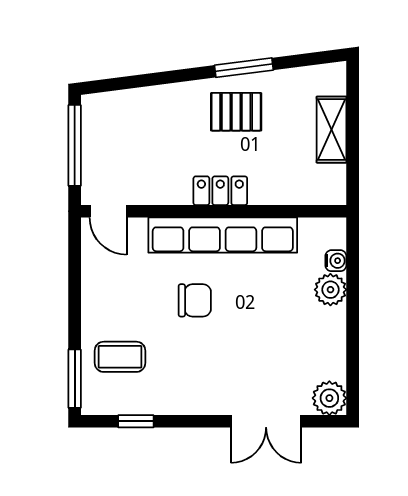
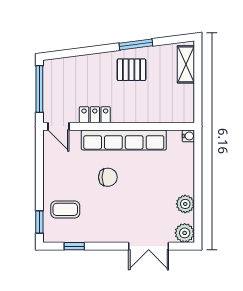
shelving: (332, 130) -> (186, 64), moved
locker: (220, 191) -> (95, 115), moved
water cooler: (336, 261) -> (188, 136), moved
plant: (330, 290) -> (185, 204), moved
window: (75, 379) -> (39, 222), width x0.67

